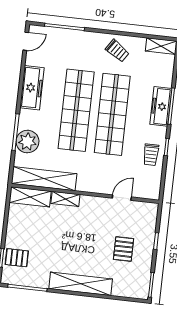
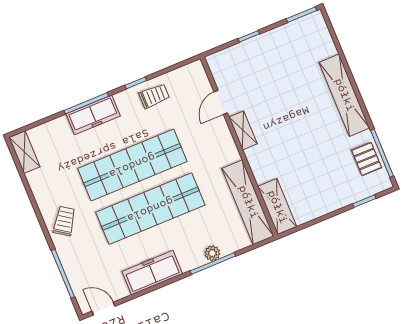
trolley: (117, 51) -> (64, 221), moved
plant: (27, 142) -> (212, 253), width x0.53, depth x0.53
door: (122, 198) -> (221, 102), hinge flipped
shelving: (65, 199) -> (243, 130), moved
pallet: (124, 249) -> (278, 68), removed
pallet: (17, 258) -> (367, 159), moved

